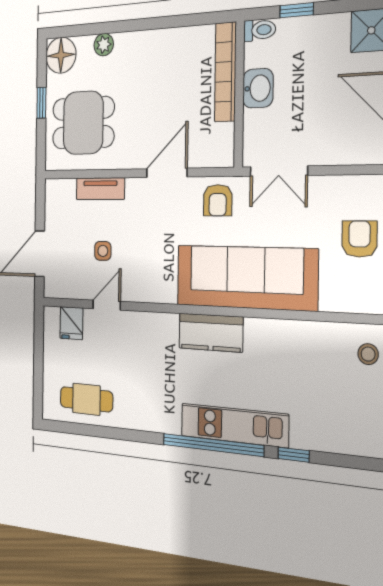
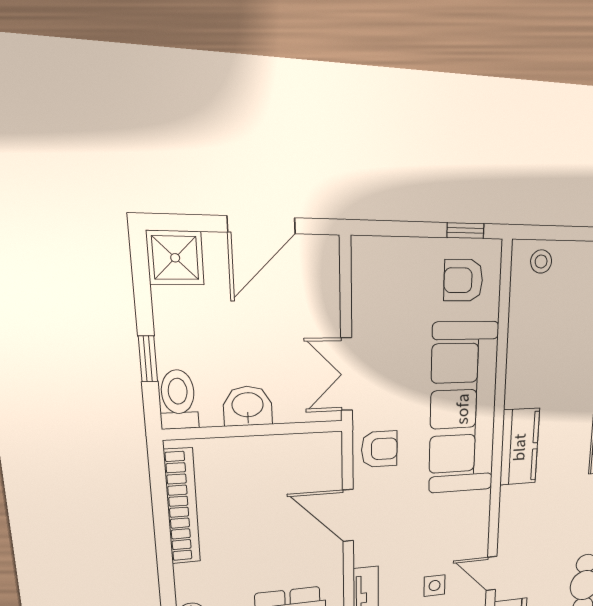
toilet: (260, 30) -> (178, 399), width x1.37, depth x1.39
bookcase: (225, 72) -> (182, 506), moved, turned -90
double door: (279, 171) -> (347, 374), swing flipped
armchair: (359, 239) -> (463, 280), moved

